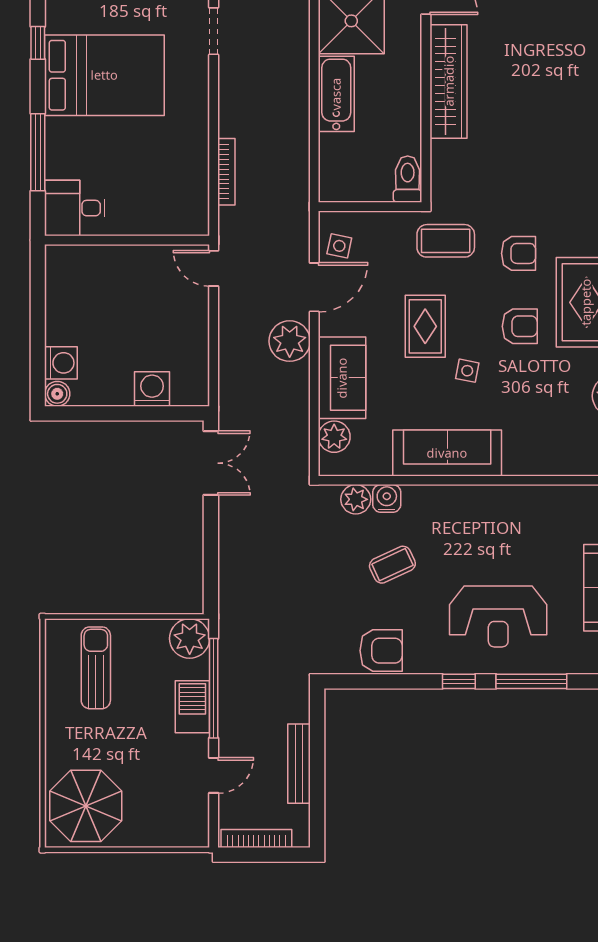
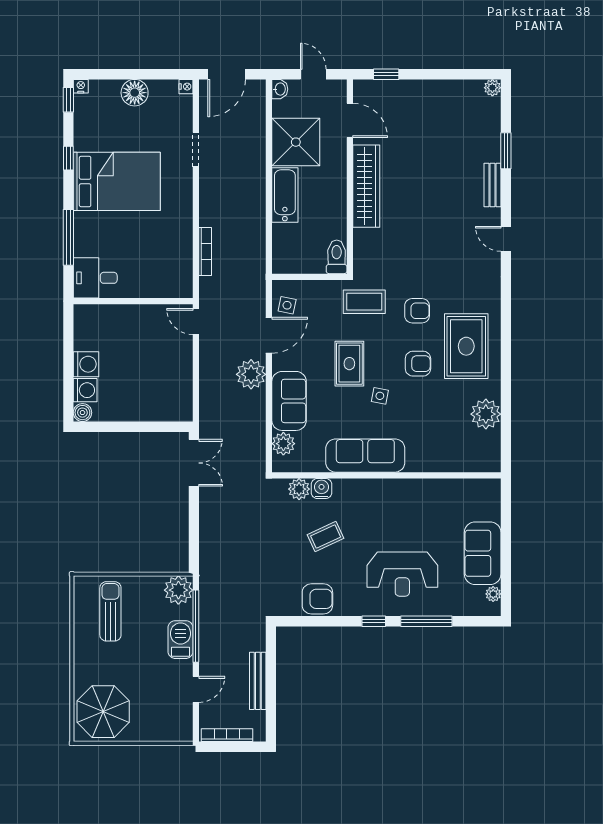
washing machine: (152, 389) -> (86, 364), moved, turned 90

